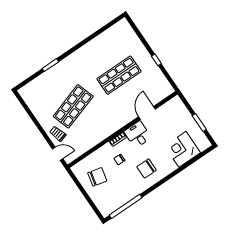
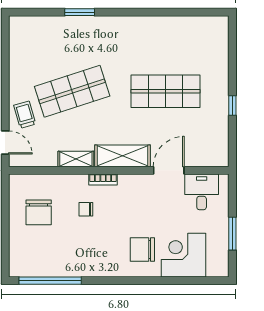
shelving: (120, 121) -> (123, 156), added
desk: (138, 135) -> (202, 192), moved
shelving: (98, 138) -> (76, 159), added
chair: (147, 168) -> (142, 249), moved
chair: (97, 177) -> (39, 212), turned 77

